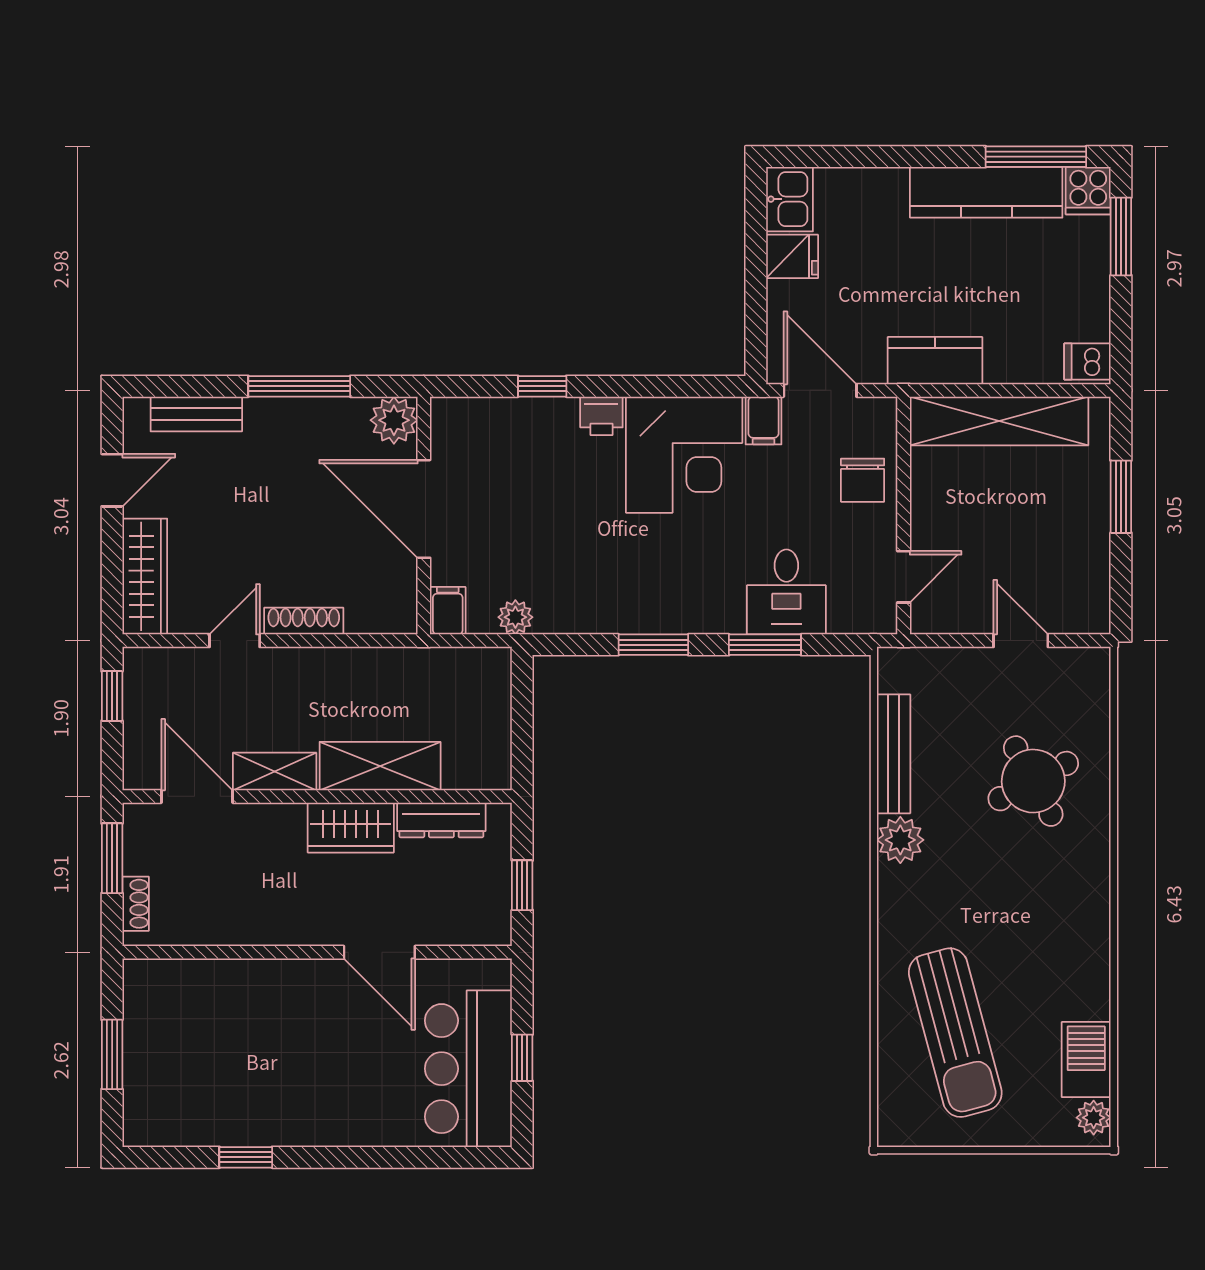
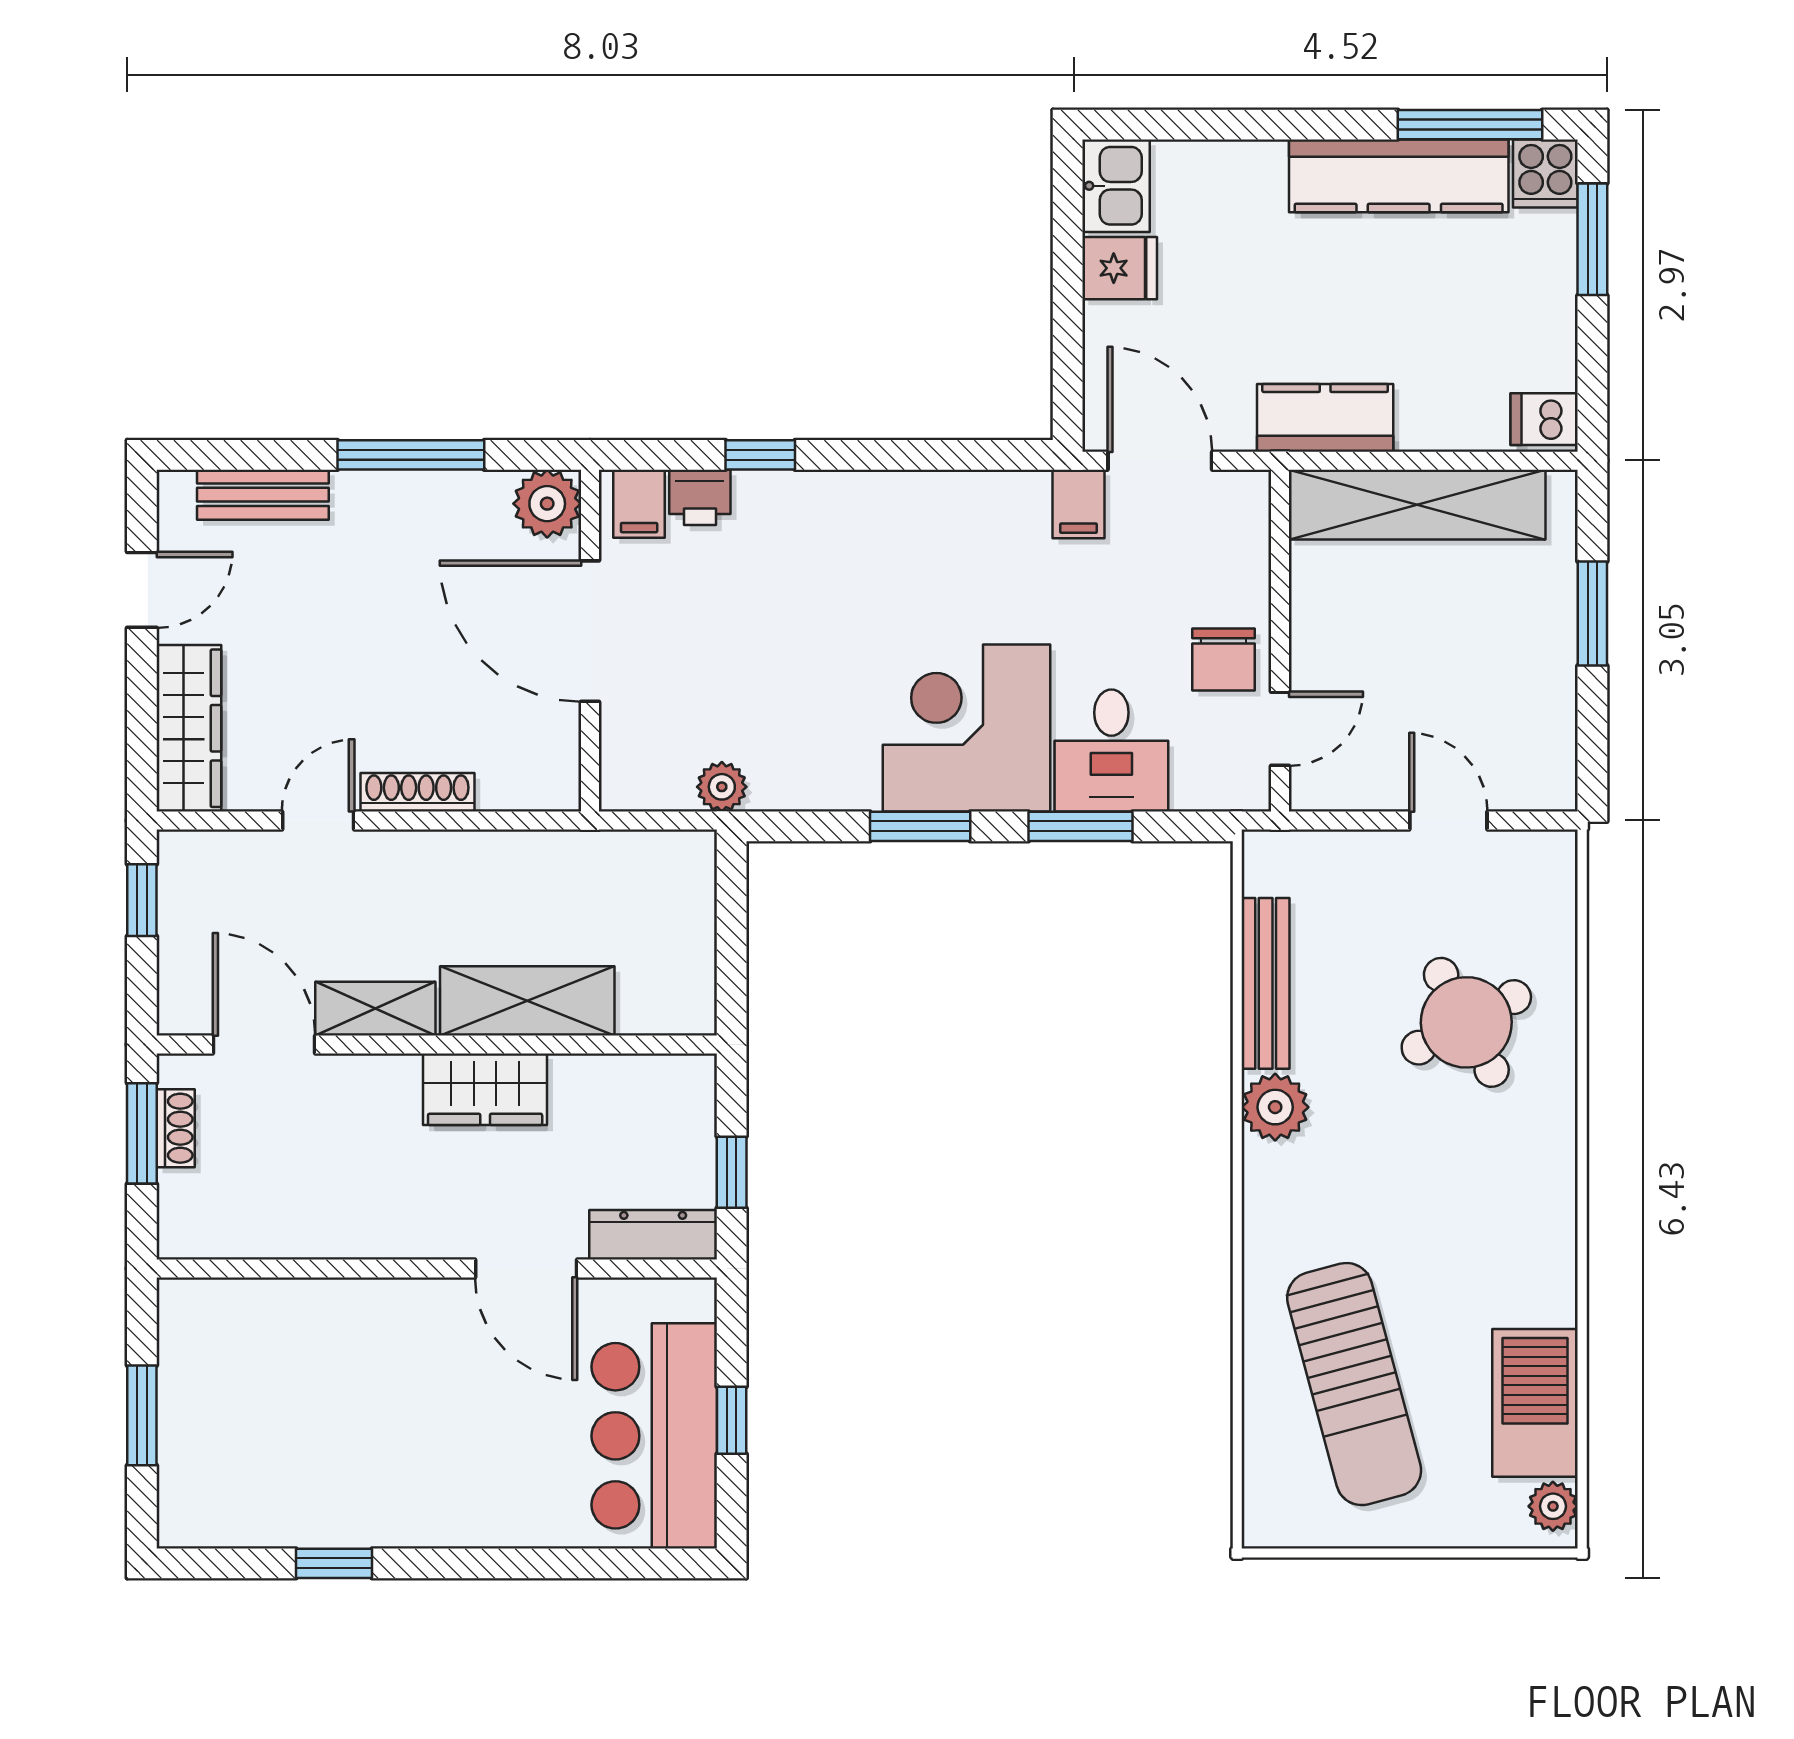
printer: (601, 416) -> (700, 497), moved
corner desk: (684, 455) -> (966, 728), moved, turned 180
chair: (863, 480) -> (1223, 659), moved
filing cabinet: (448, 611) -> (639, 504), moved, turned 180
dresser: (441, 820) -> (653, 1235), moved, turned 180
shoe rack: (136, 904) -> (176, 1128), moved
barbecue: (1086, 1060) -> (1535, 1403), width x1.37, depth x1.21

